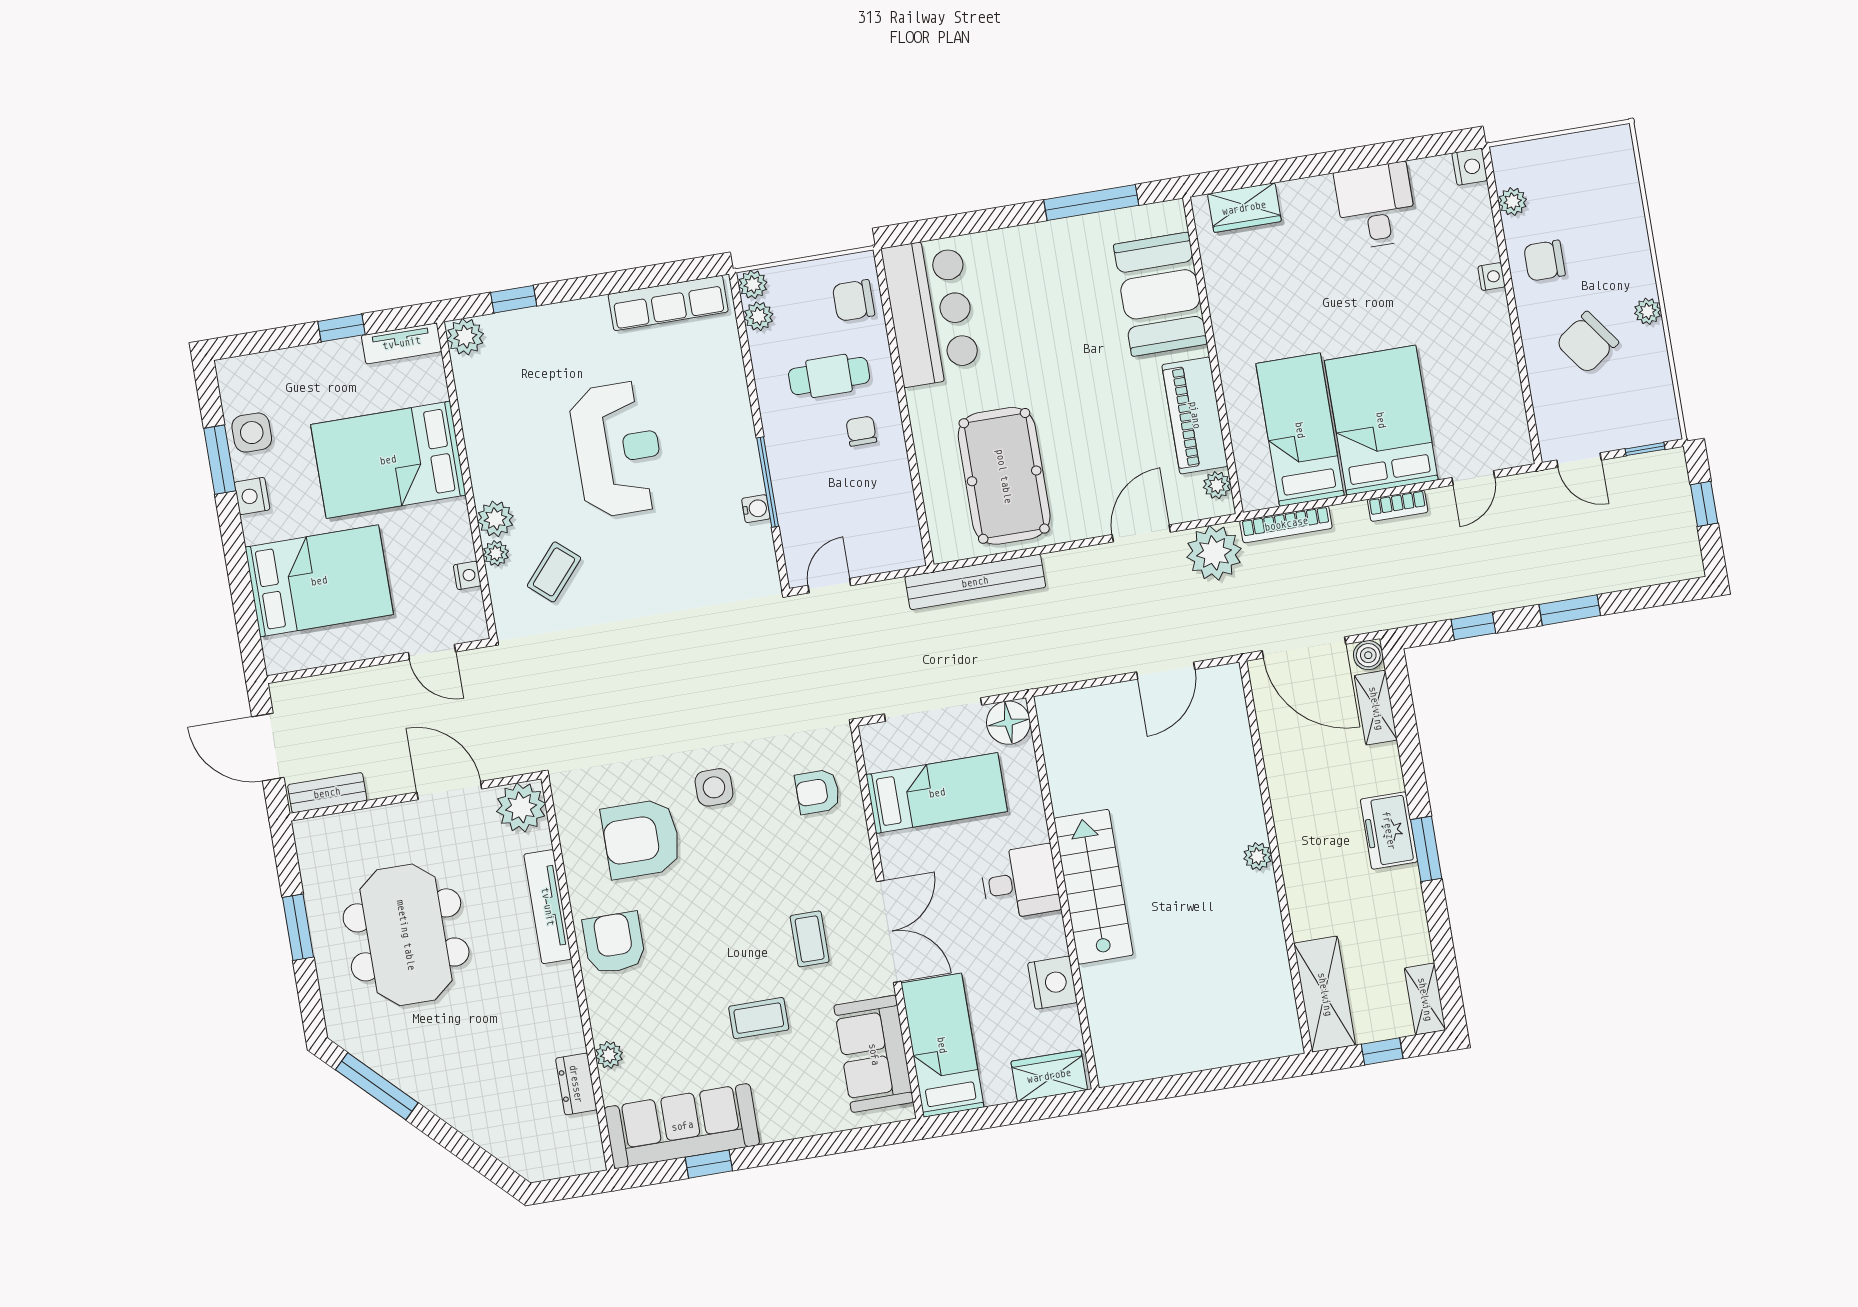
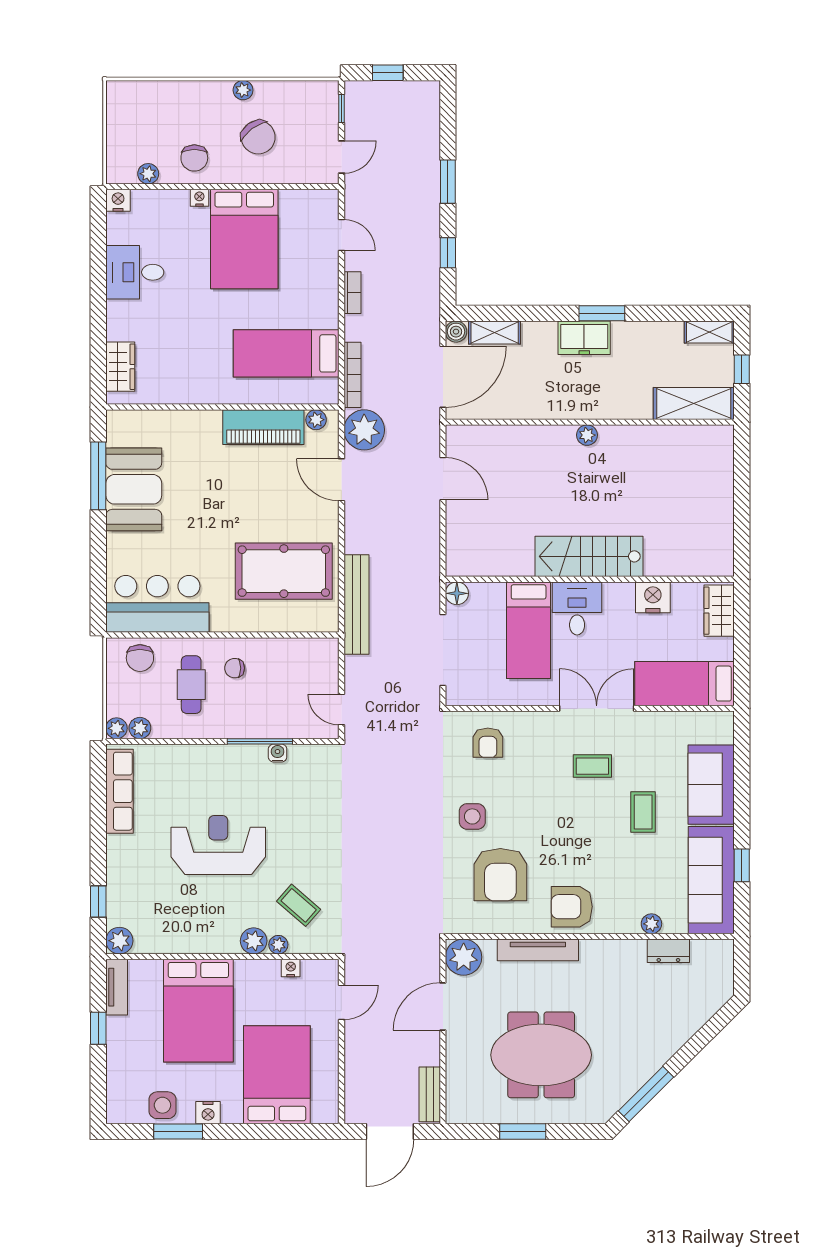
booth: (1160, 294) -> (134, 489), moved, turned 90
bed: (1381, 420) -> (244, 239), moved, turned -90
floor lamp: (1008, 723) -> (457, 593), width x0.73, depth x0.73
bed: (937, 793) -> (529, 630), moved, turned 180
sofa: (874, 1054) -> (711, 785), moved, turned 90

